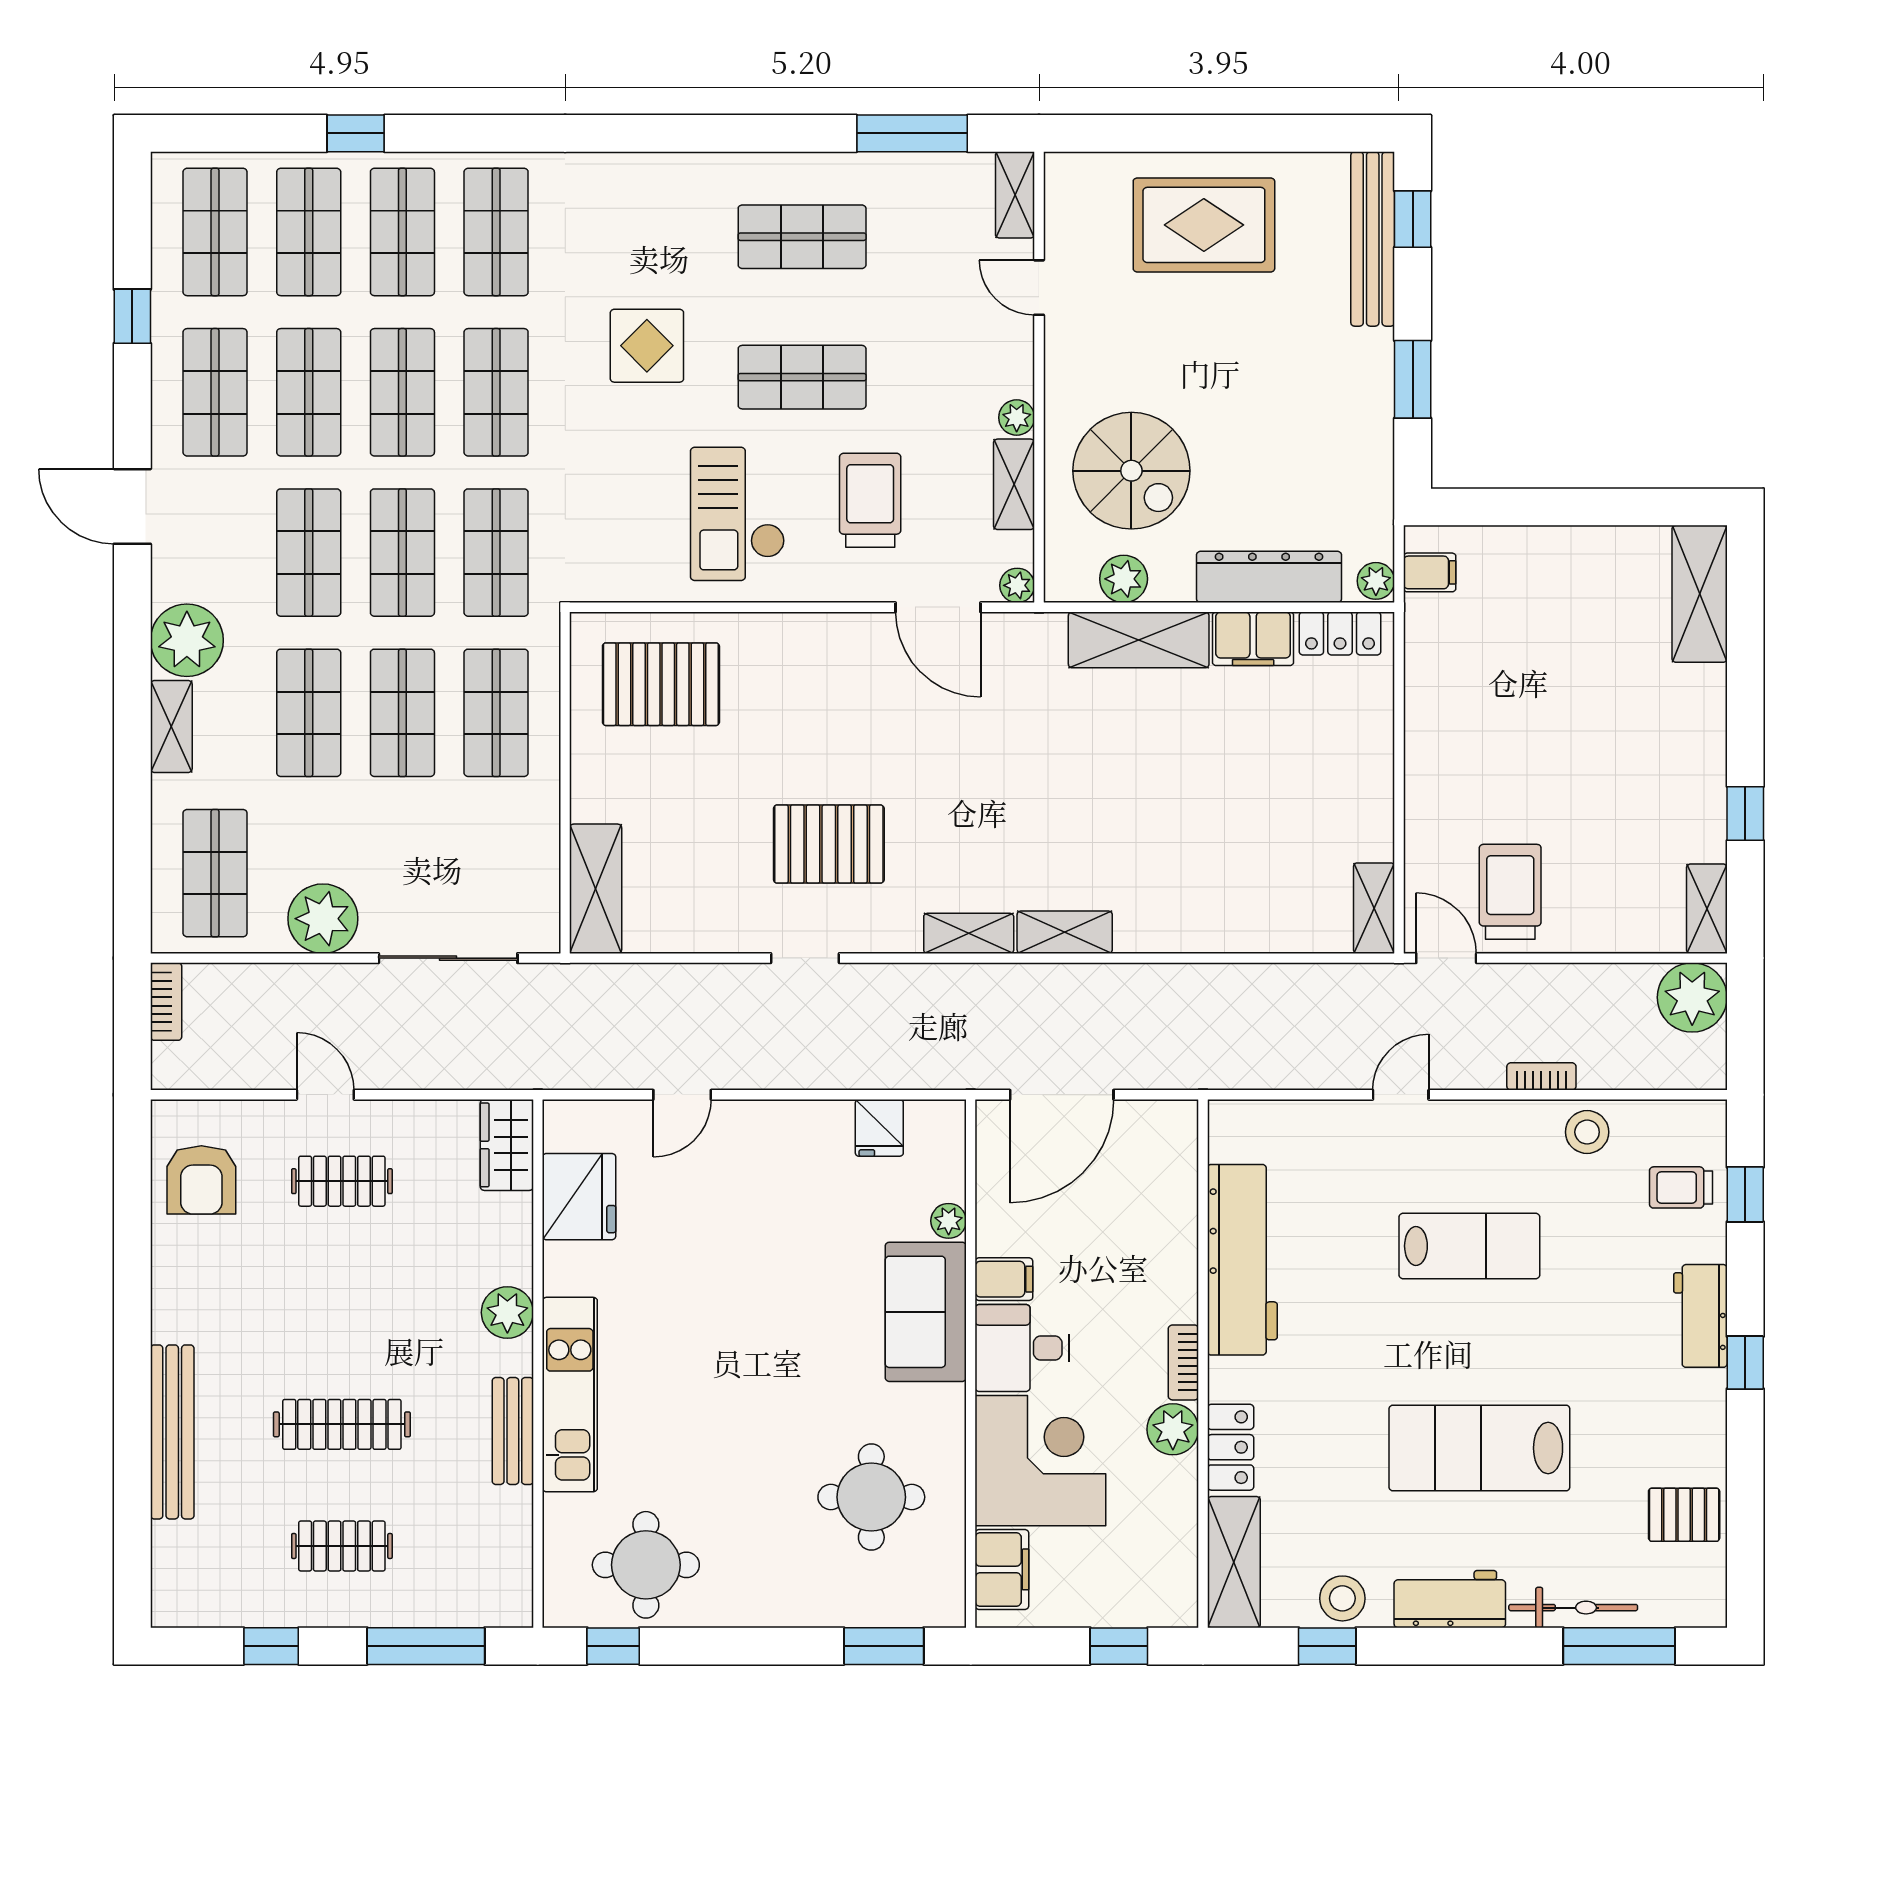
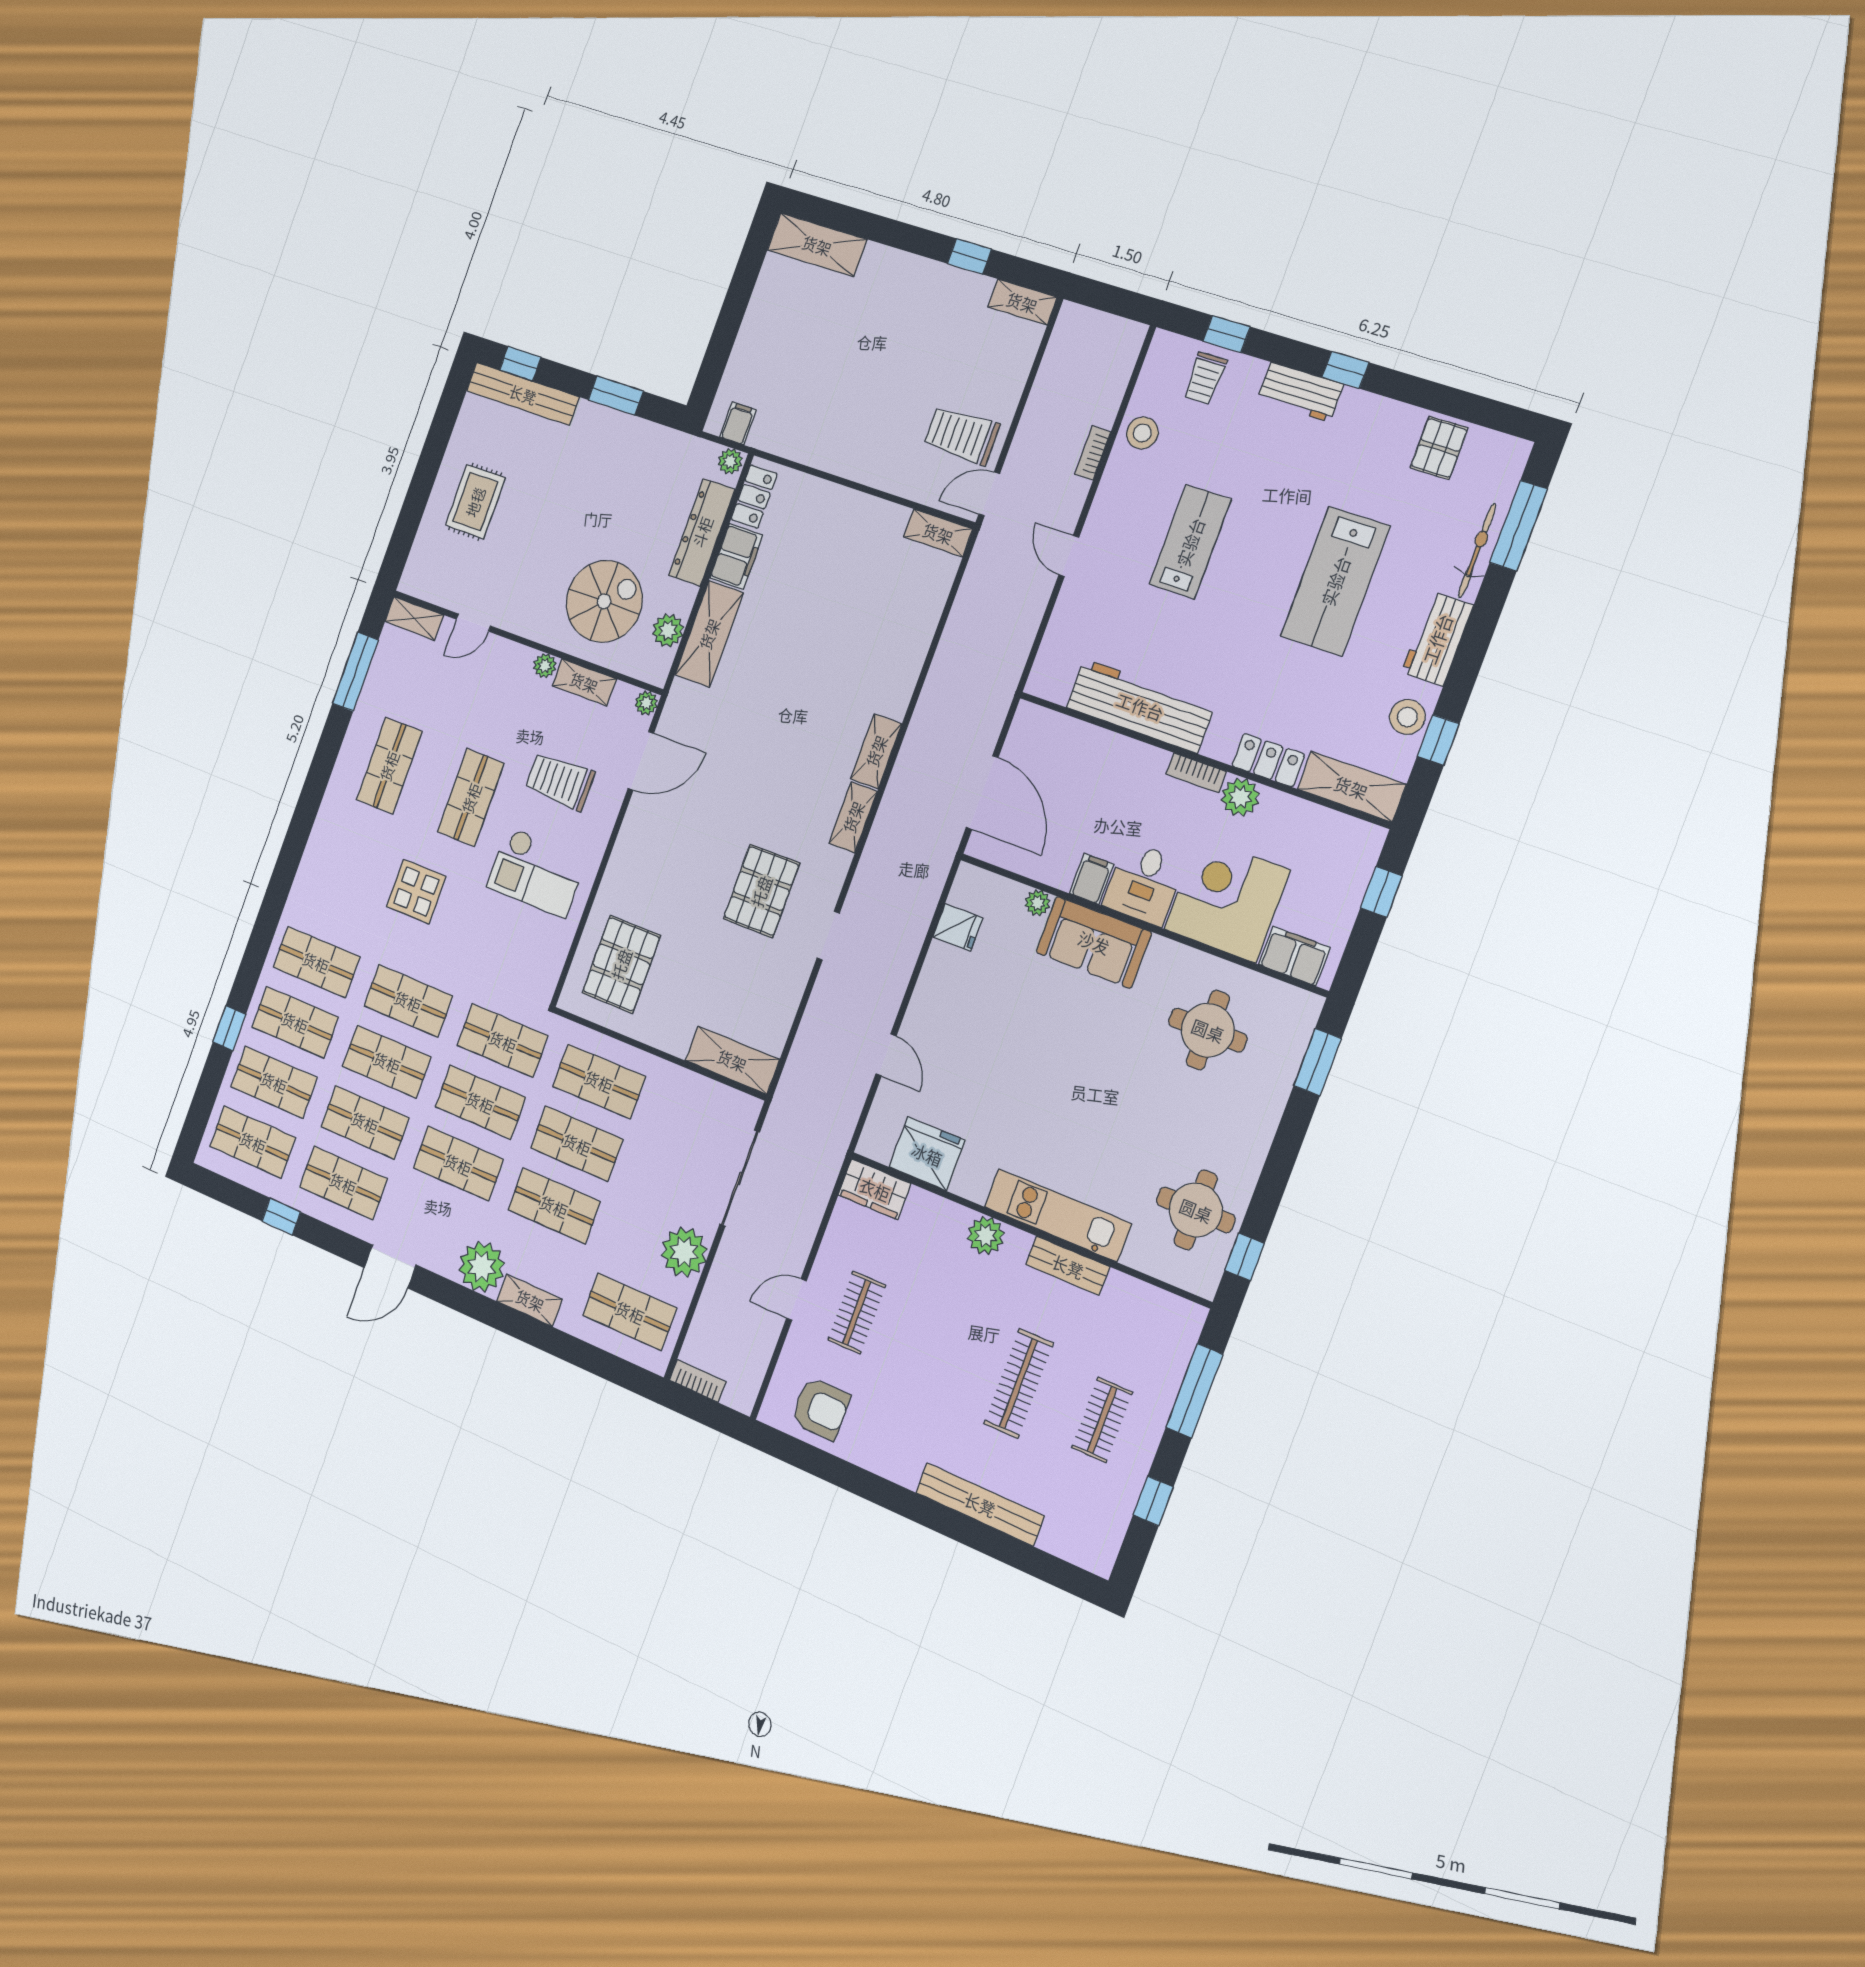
rug: (1204, 225) -> (475, 502), width x0.73, depth x0.70
plant: (1692, 997) -> (1078, 330), removed

